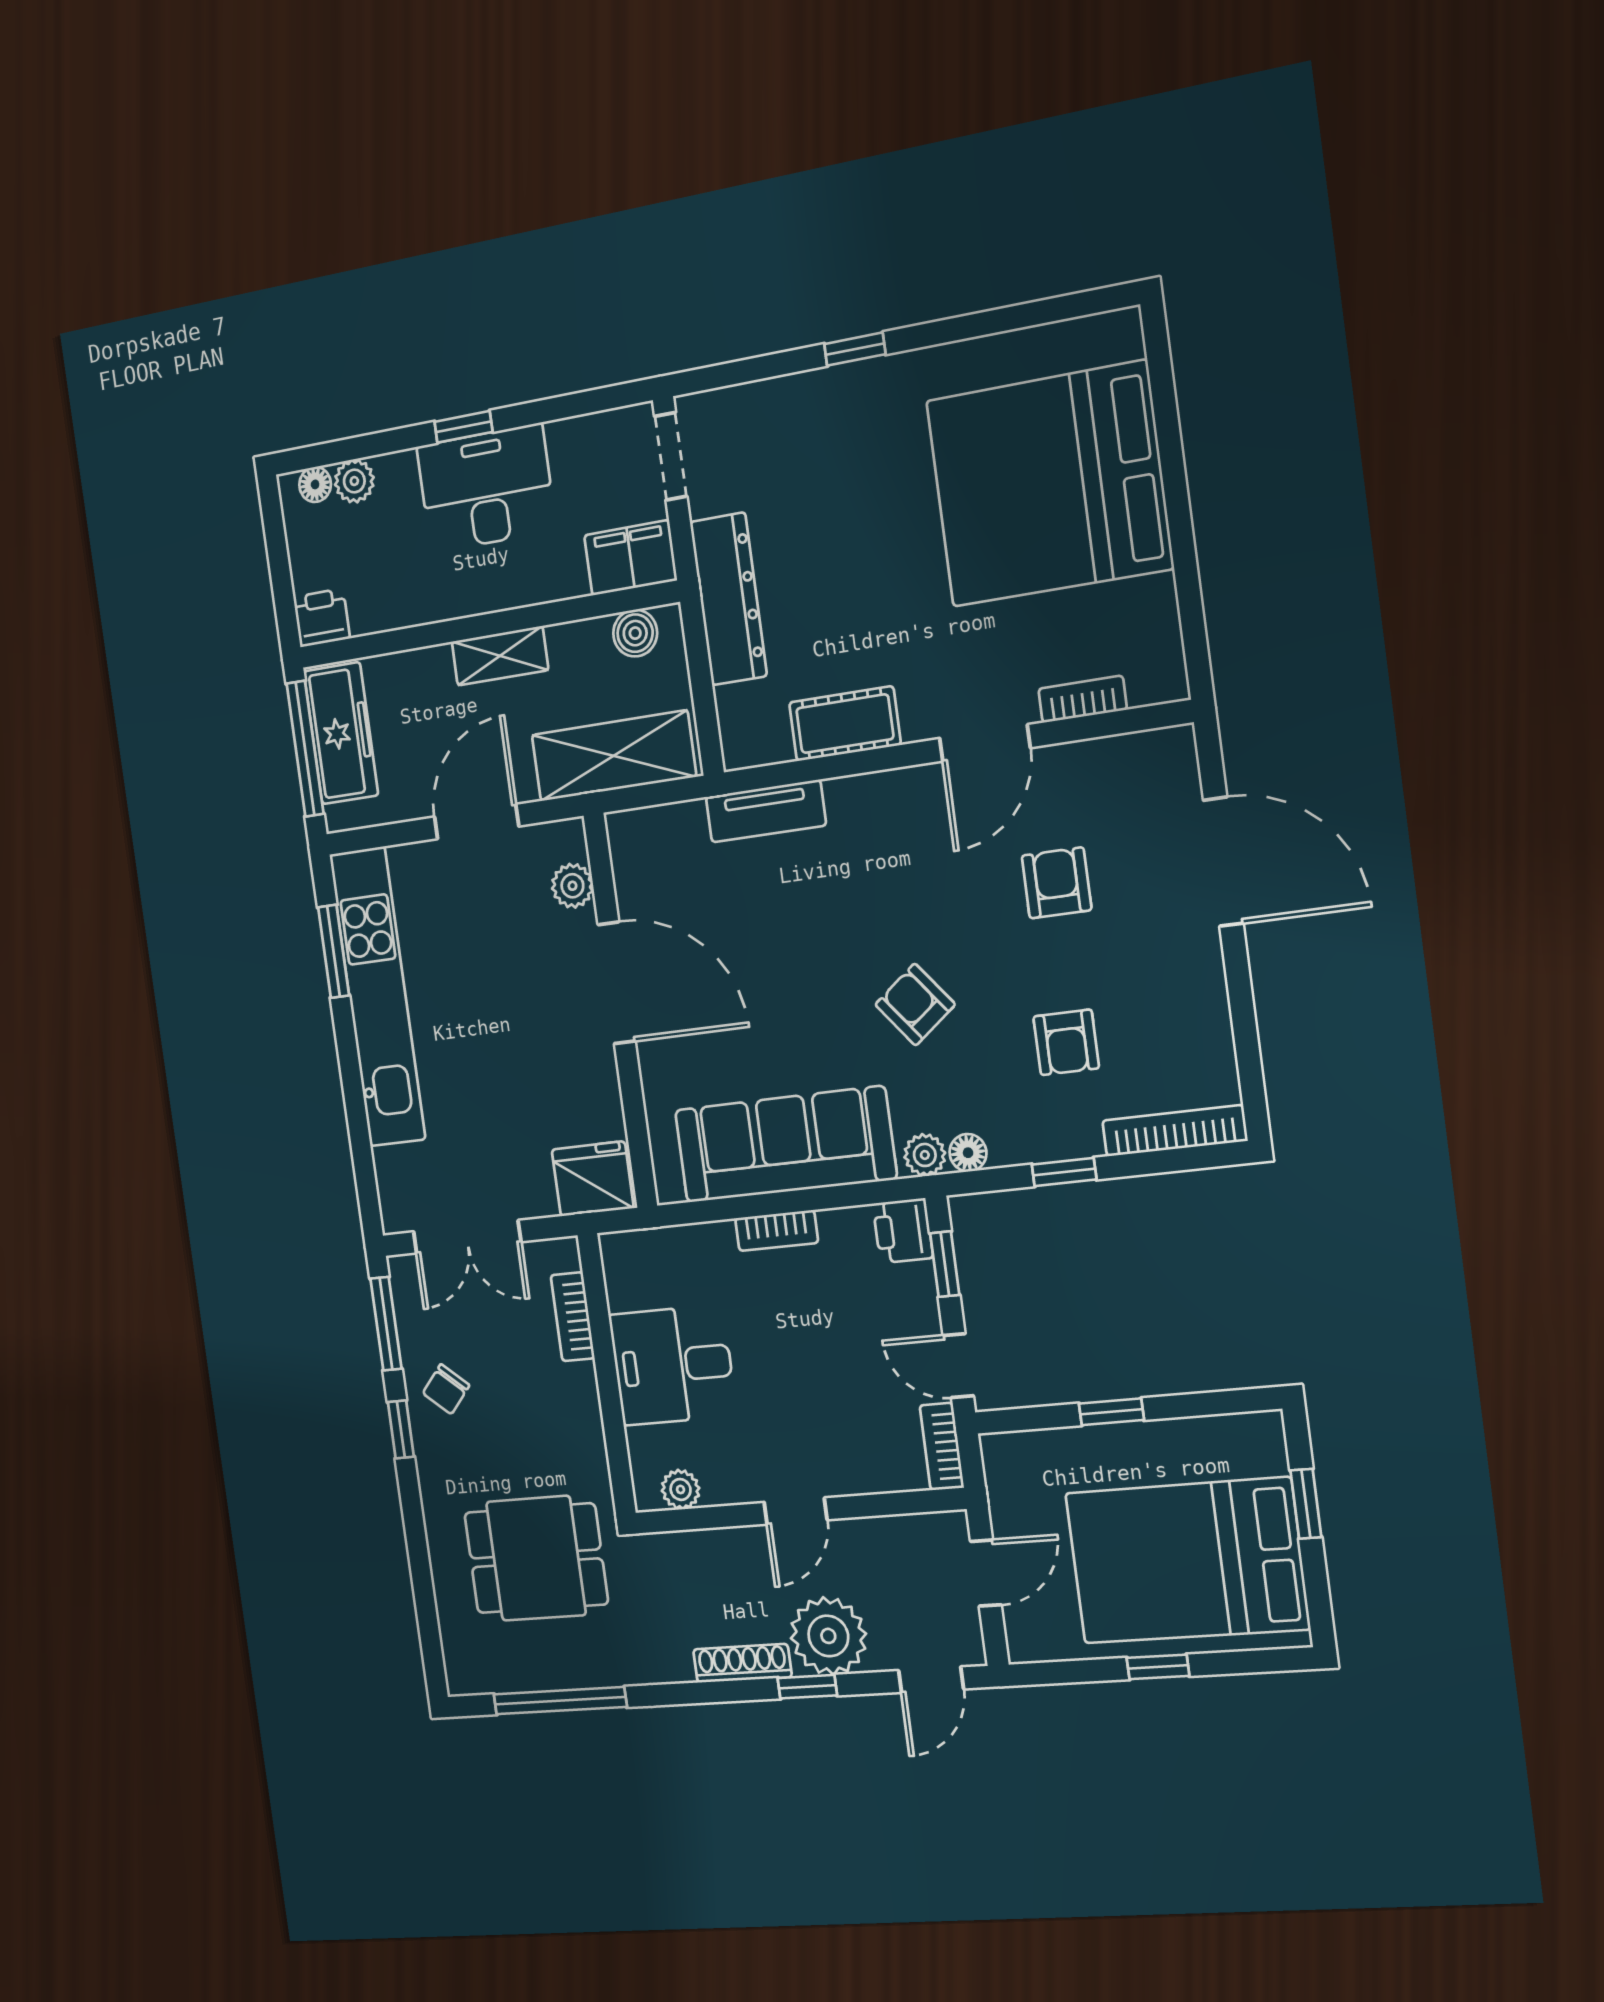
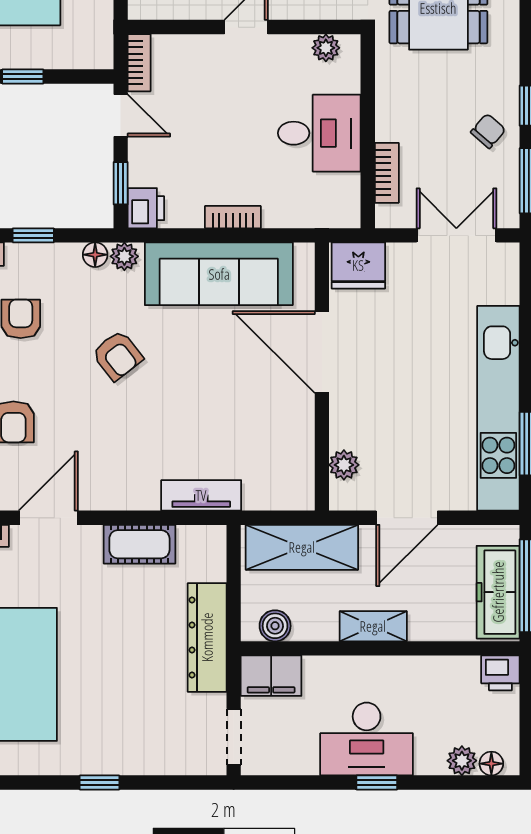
door: (617, 983) -> (322, 352), moved

